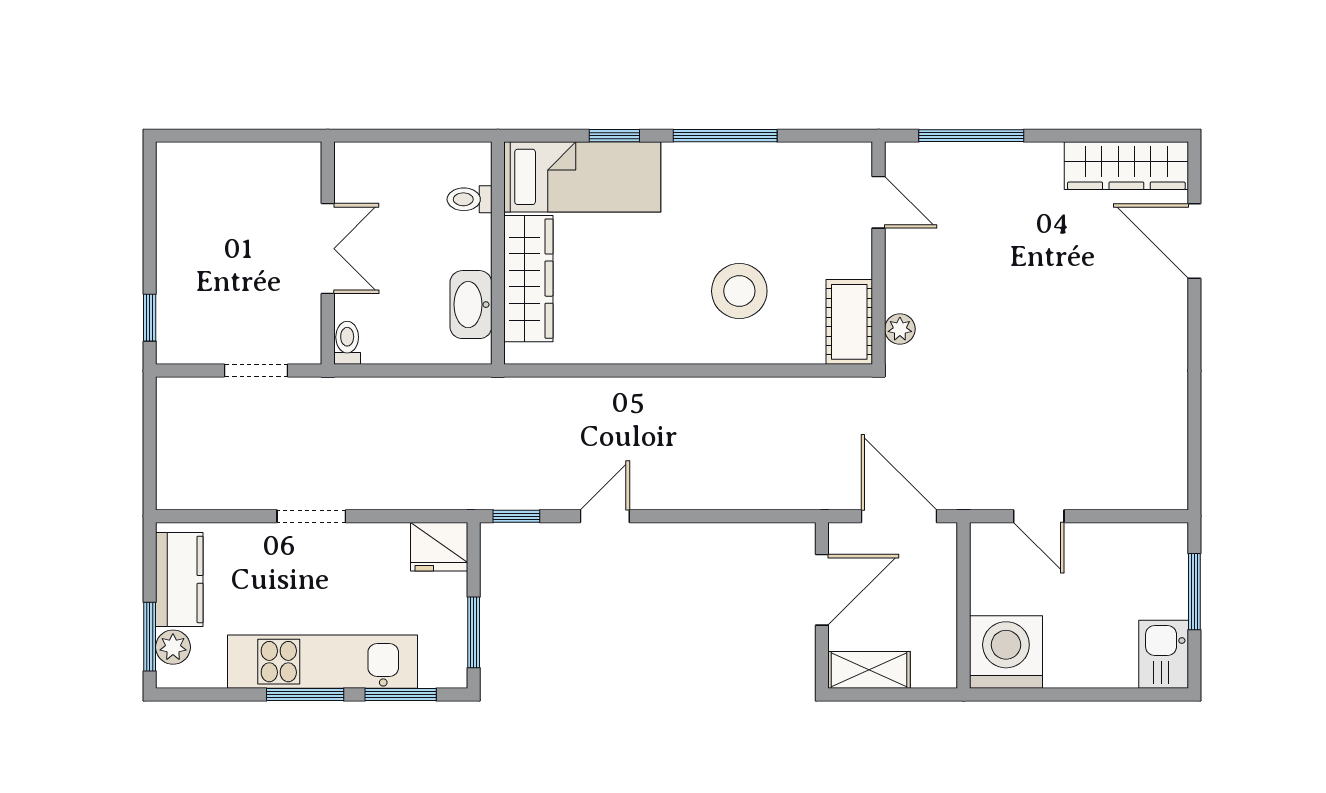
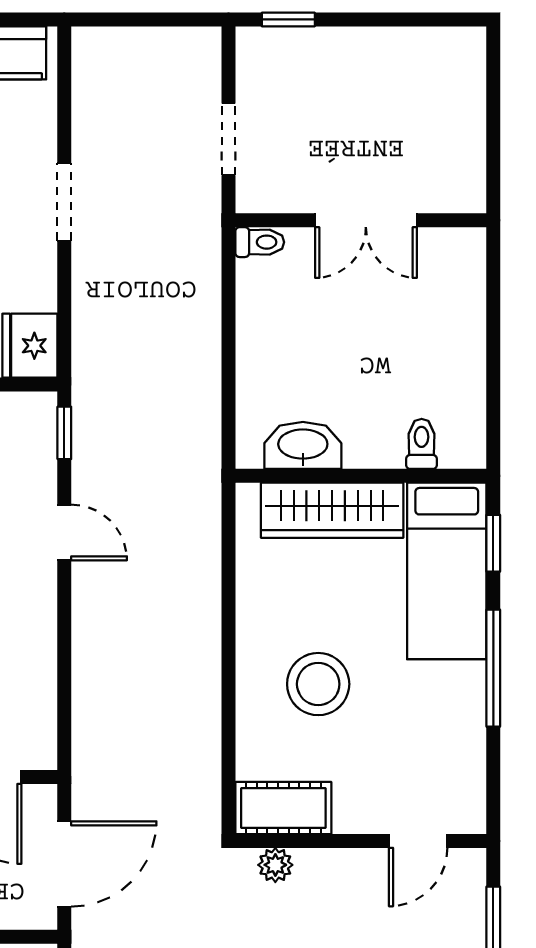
bed: (582, 177) -> (447, 571), moved
toilet: (470, 199) -> (422, 444), moved
wall: (498, 253) -> (361, 476), moved
wardrobe: (528, 279) -> (332, 510), moved
washbasin: (471, 305) -> (303, 445), moved

